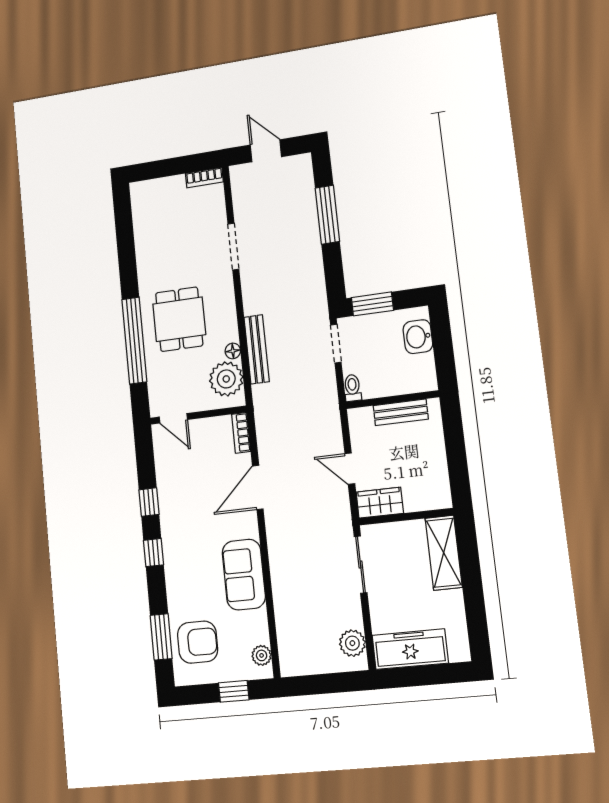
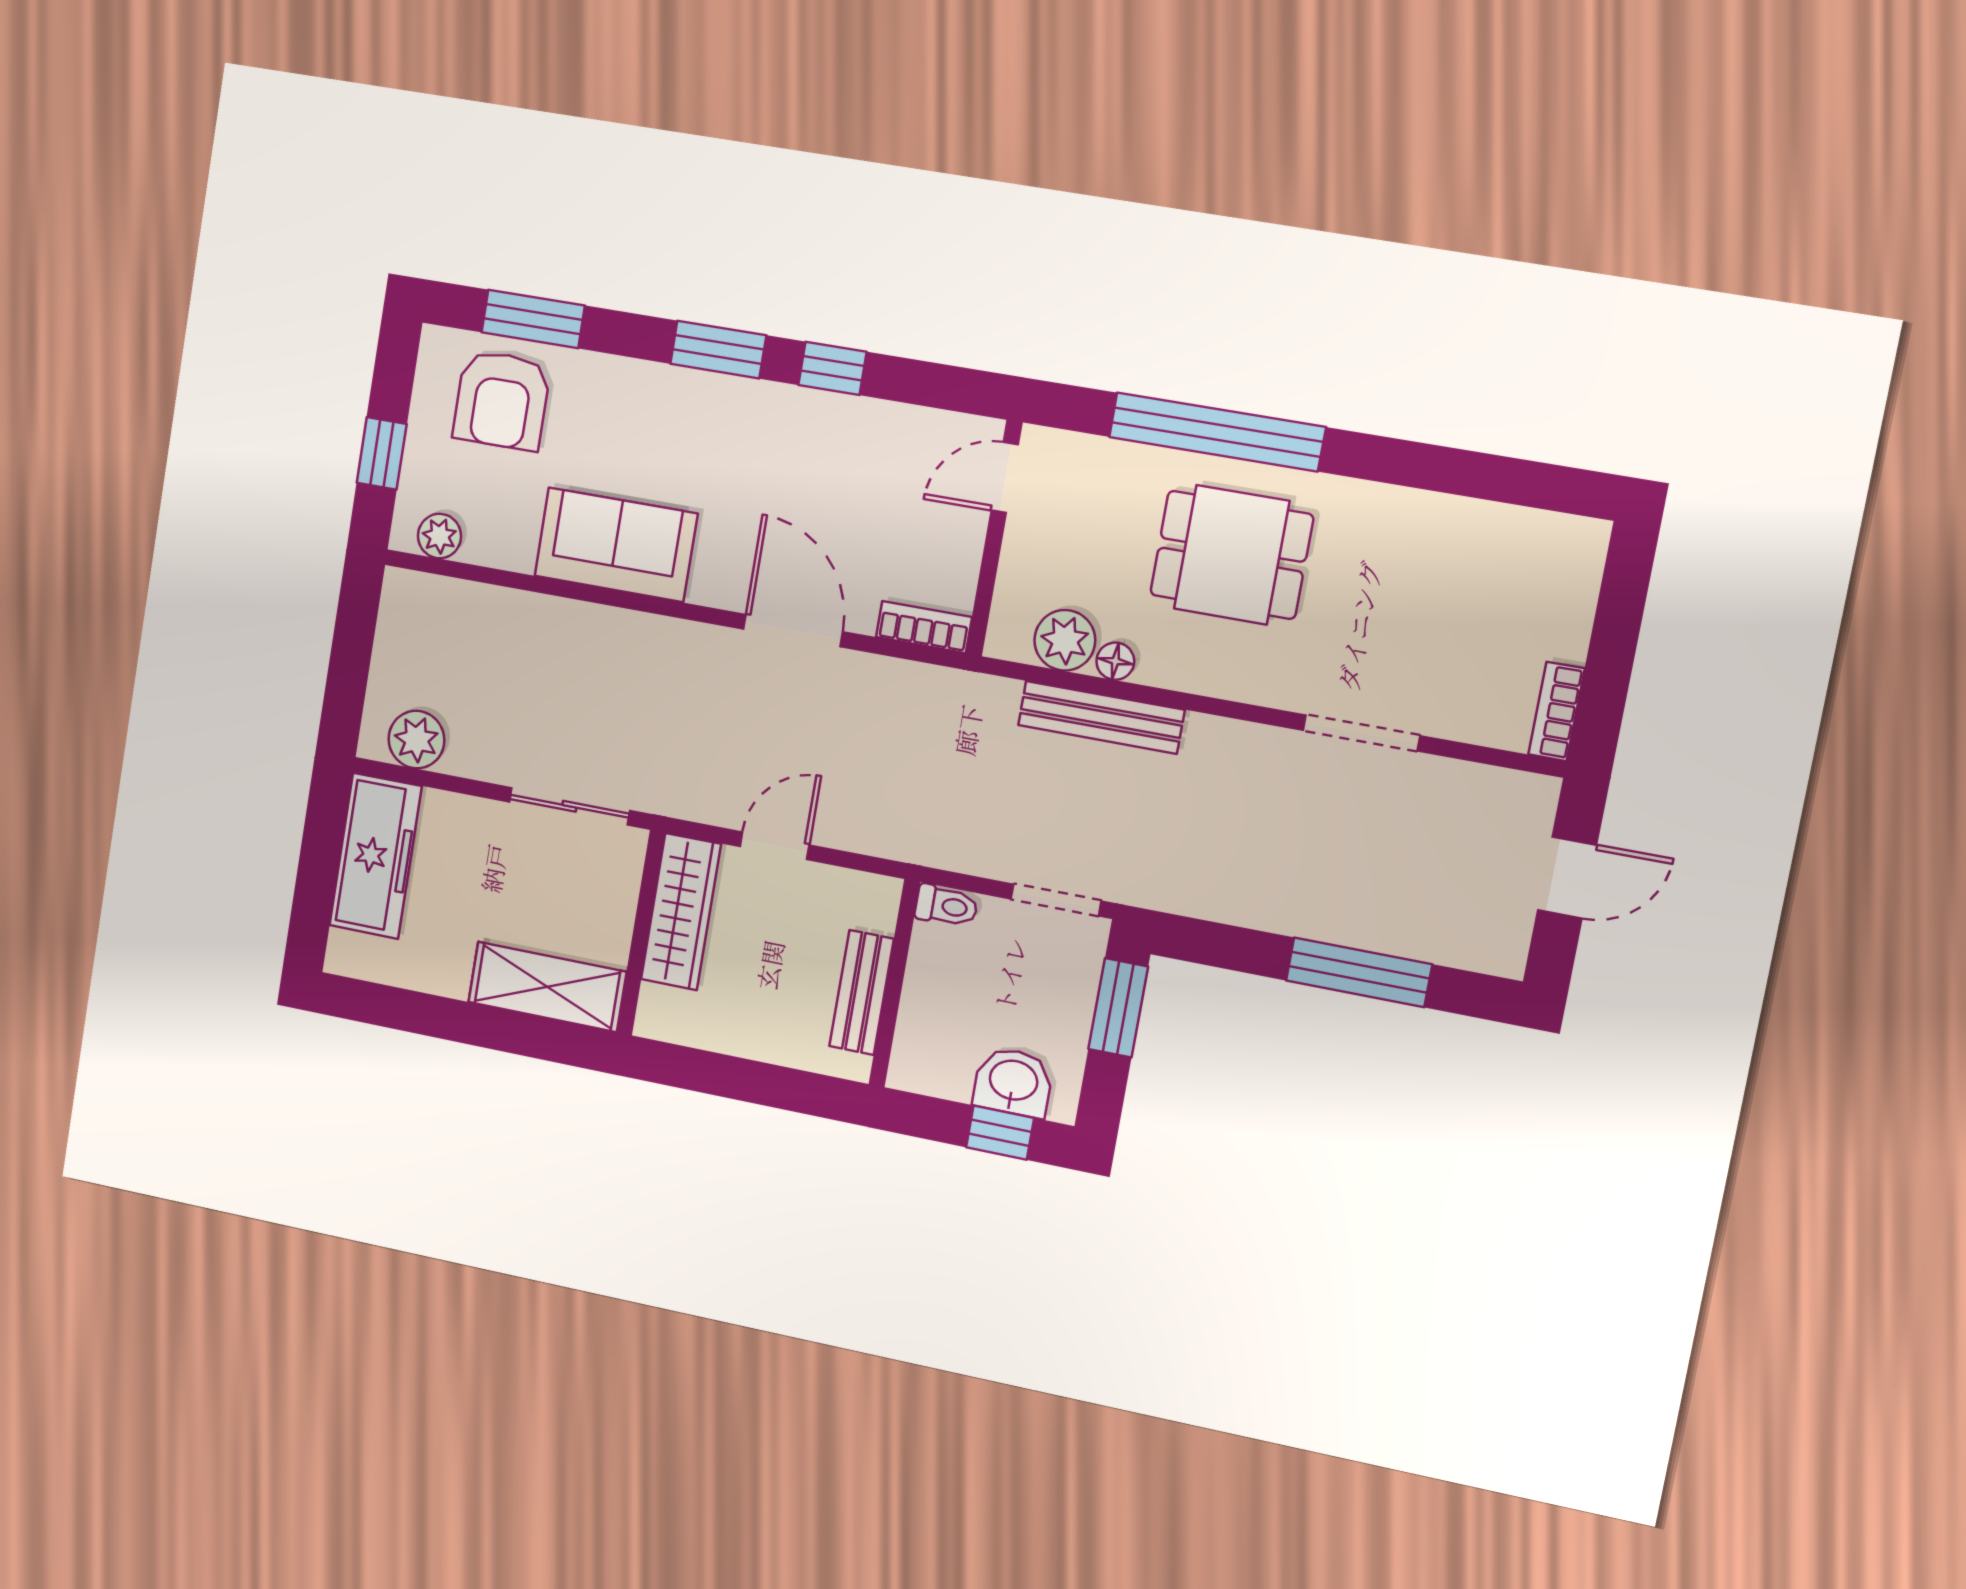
window: (441, 335) -> (1000, 1133), added
plant: (226, 379) -> (1065, 640), width x0.73, depth x0.73
wardrobe: (380, 503) -> (681, 912), width x1.50
window: (154, 553) -> (718, 350), width x1.50

